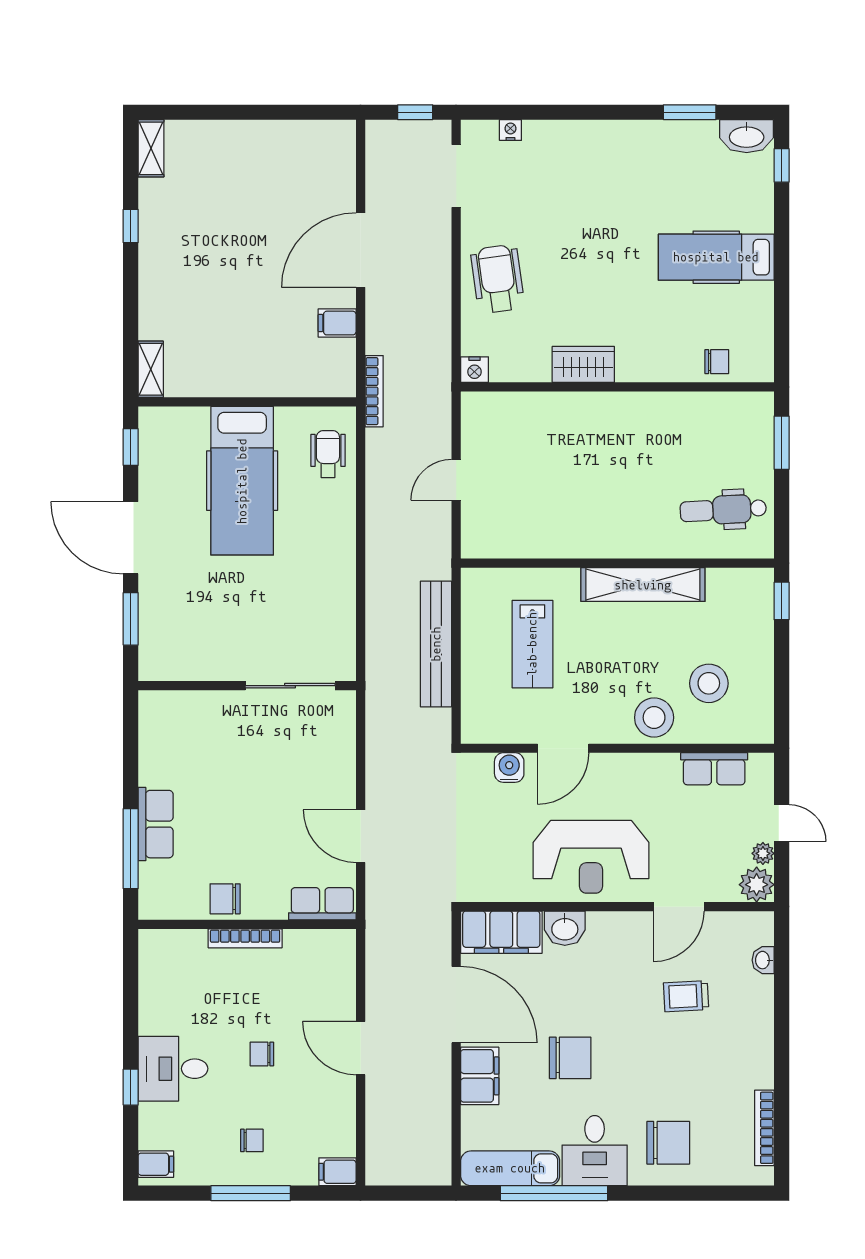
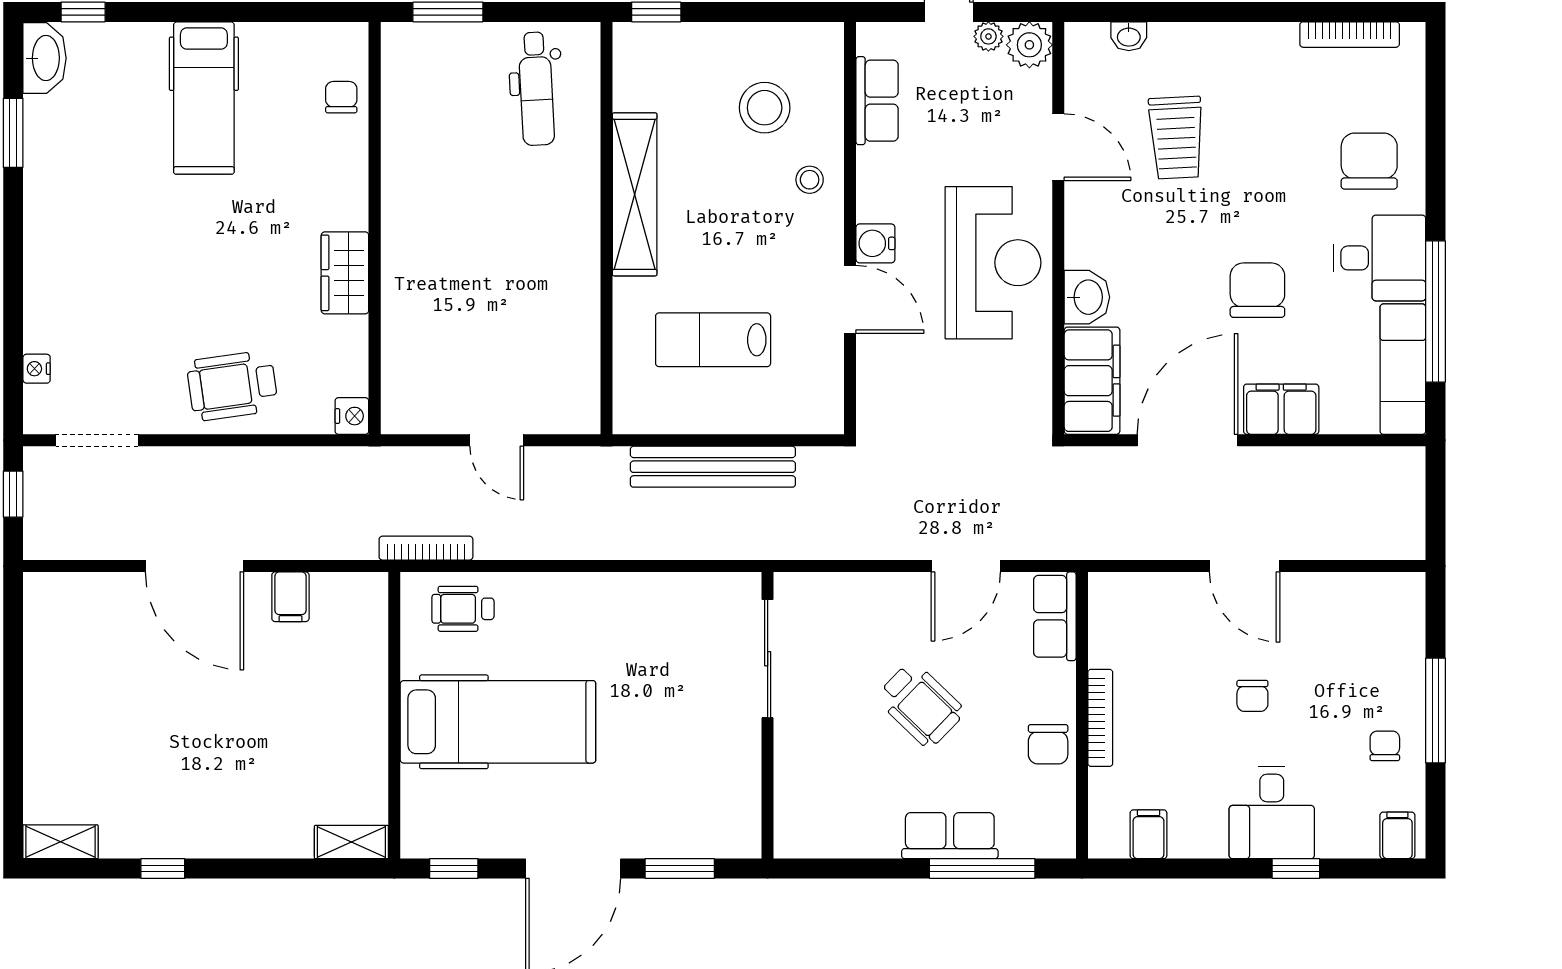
bookcase: (374, 391) -> (426, 548), moved
lab bench: (532, 644) -> (713, 340), turned 180
stool: (654, 718) -> (810, 180), width x0.53, depth x0.53
water cooler: (509, 767) -> (875, 243), moved
wheelchair: (255, 802) -> (920, 705), added
trolley: (686, 996) -> (1176, 138), width x1.36, depth x1.39
door: (361, 1048) -> (1245, 566), hinge flipped
chair: (252, 1140) -> (1385, 746), moved
filing cabinet: (337, 1172) -> (1148, 834), moved, turned 180

